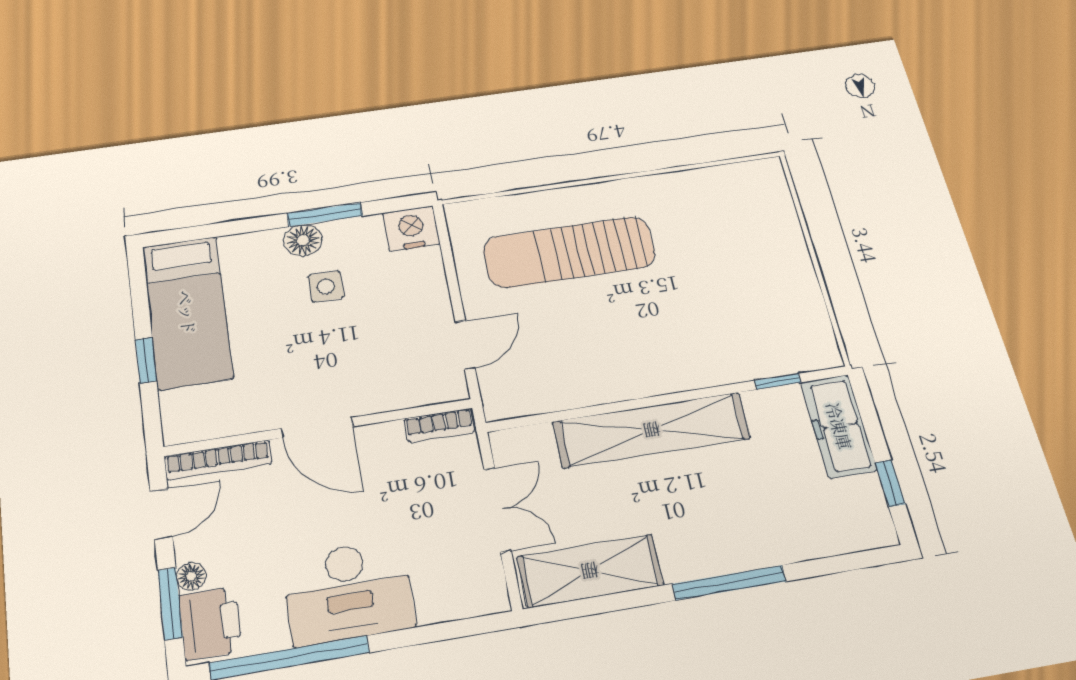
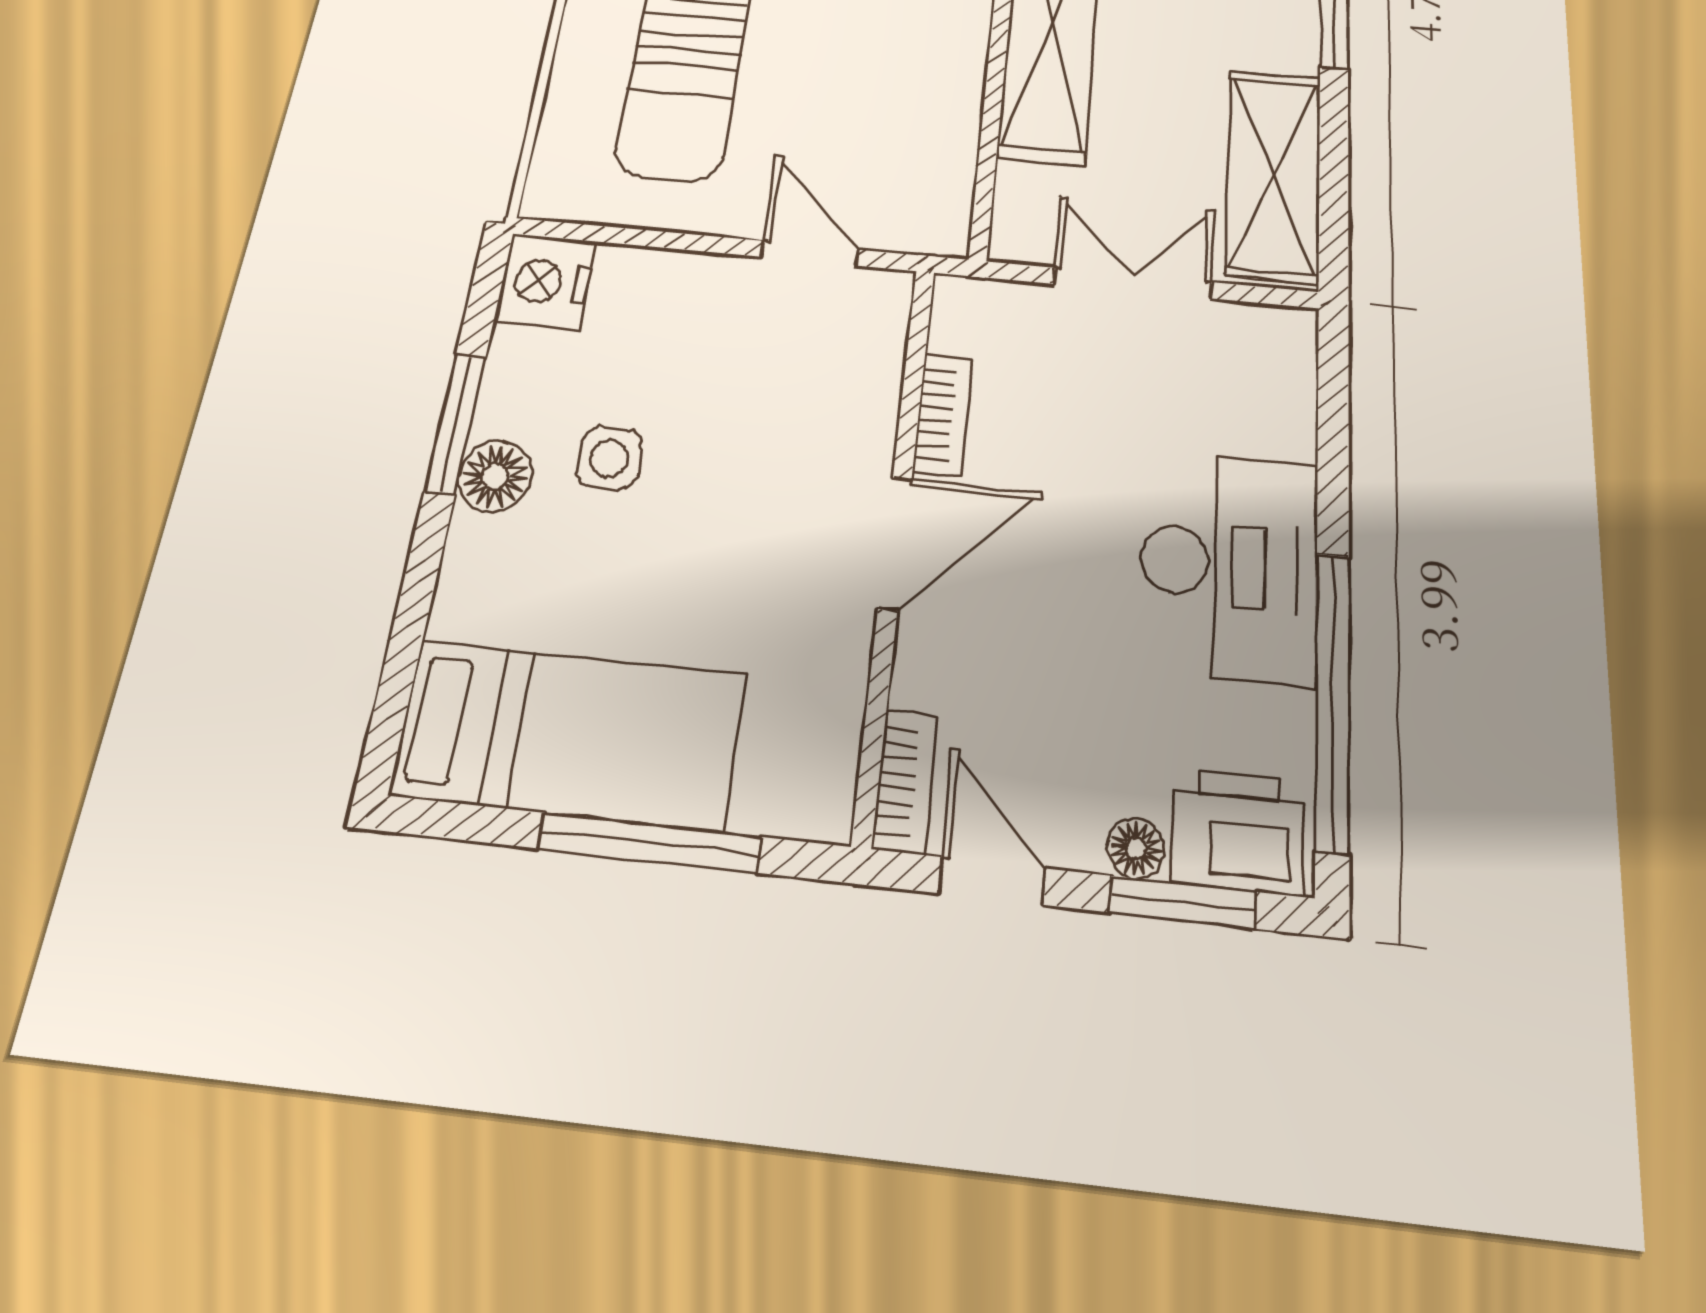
window: (146, 360) -> (649, 843), width x2.17
bookcase: (439, 425) -> (943, 415), moved
bookcase: (218, 460) -> (905, 782), width x0.64

